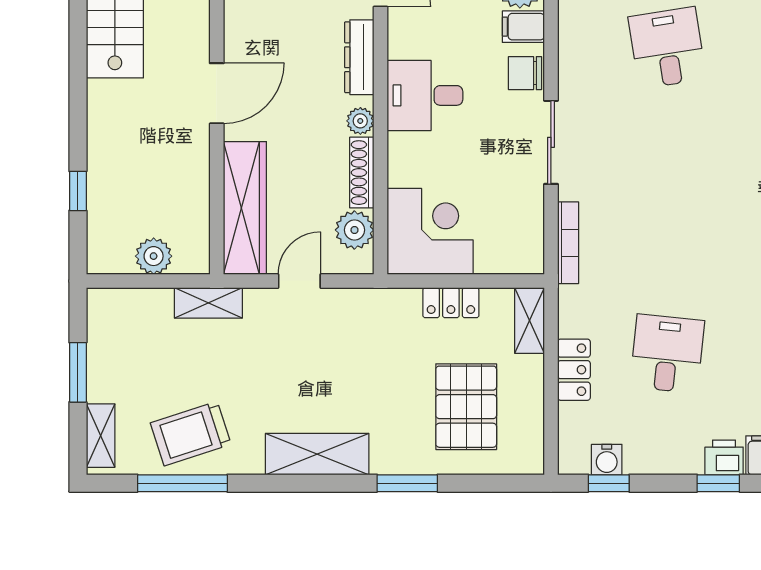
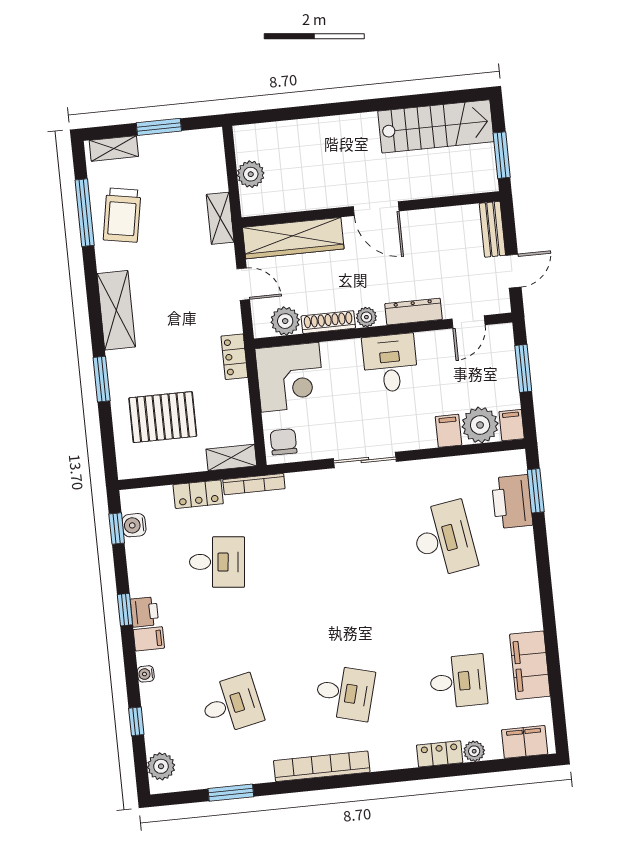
desk: (667, 48) -> (444, 539), width x1.37
chair: (525, 73) -> (284, 442), moved
window: (78, 191) -> (293, 113), removed
bookcase: (568, 243) -> (254, 484), moved
locker: (451, 303) -> (234, 357), moved
trolley: (191, 434) -> (122, 215), turned -152

